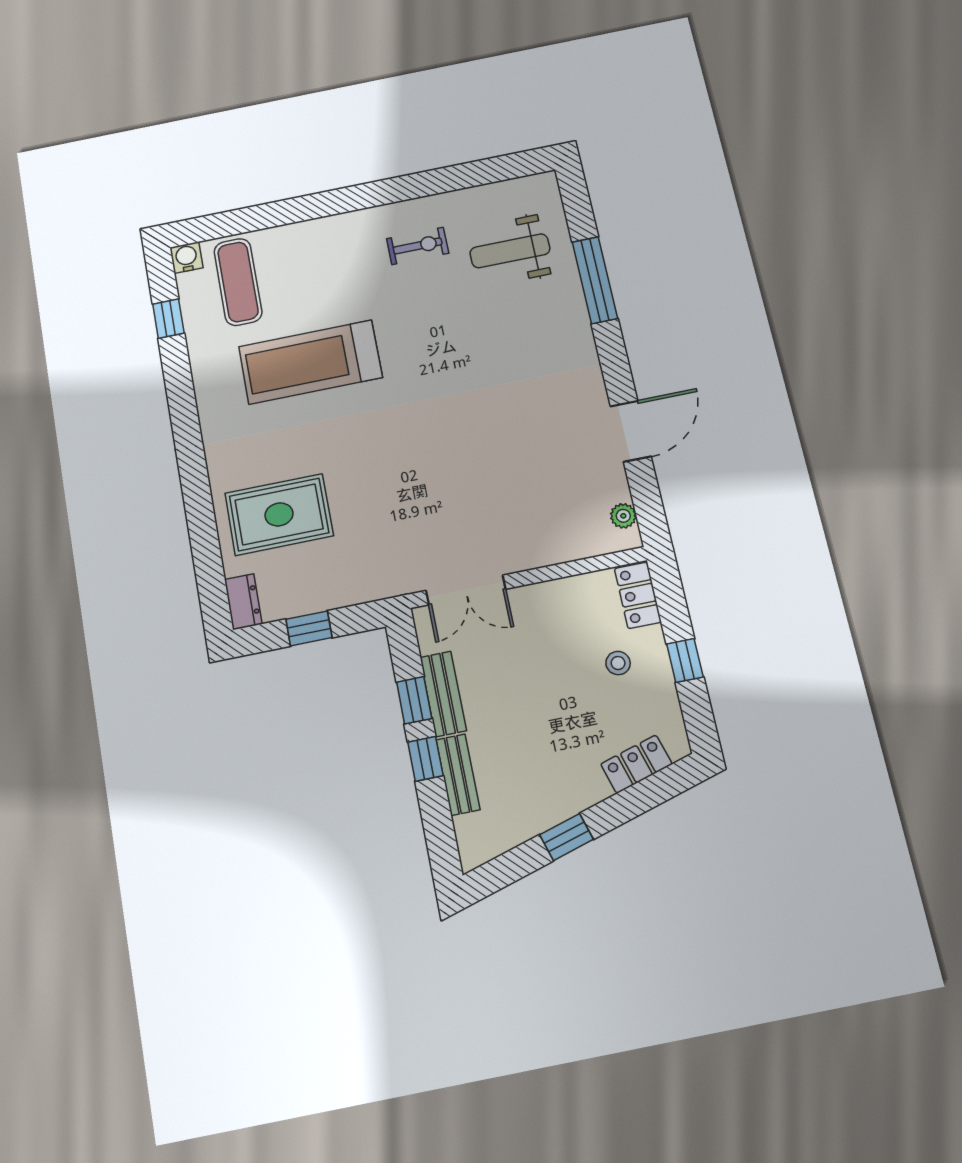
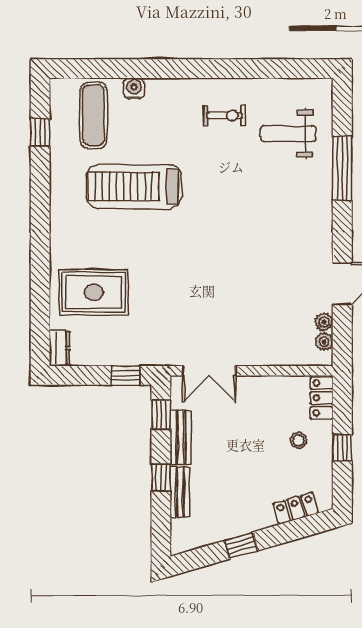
water cooler: (186, 258) -> (134, 88), moved
plant: (617, 489) -> (324, 322), added
window: (309, 628) -> (126, 375), moved
window: (414, 700) -> (161, 415), moved

